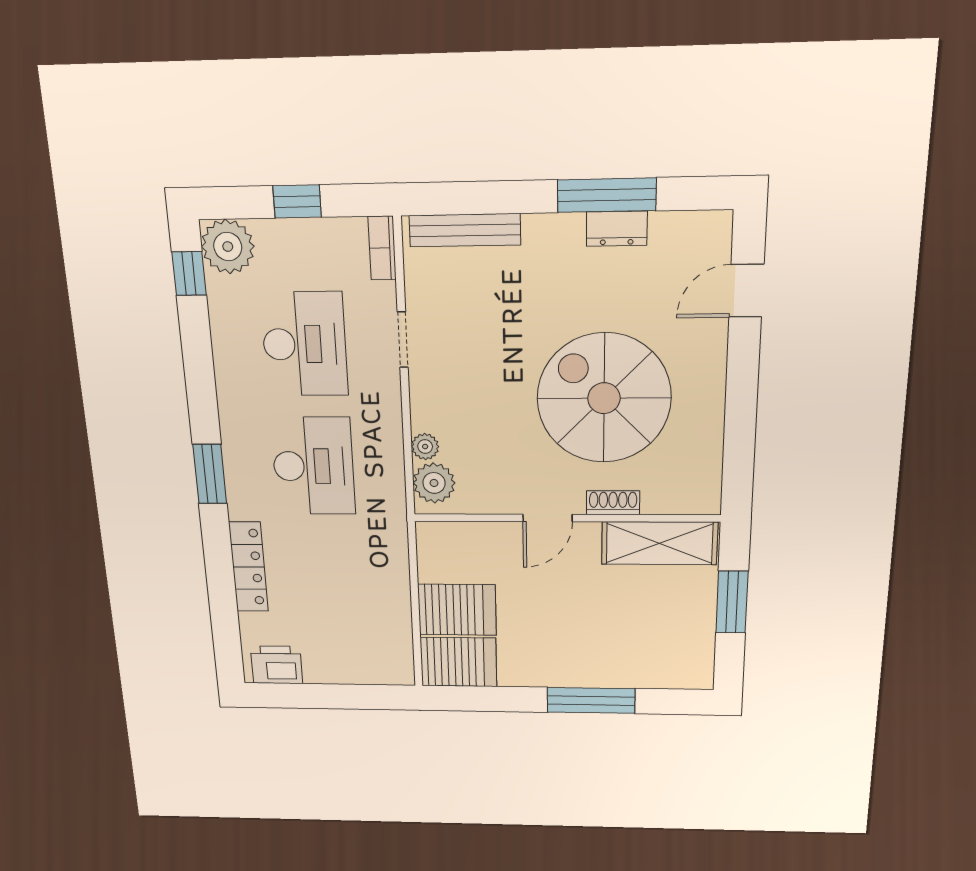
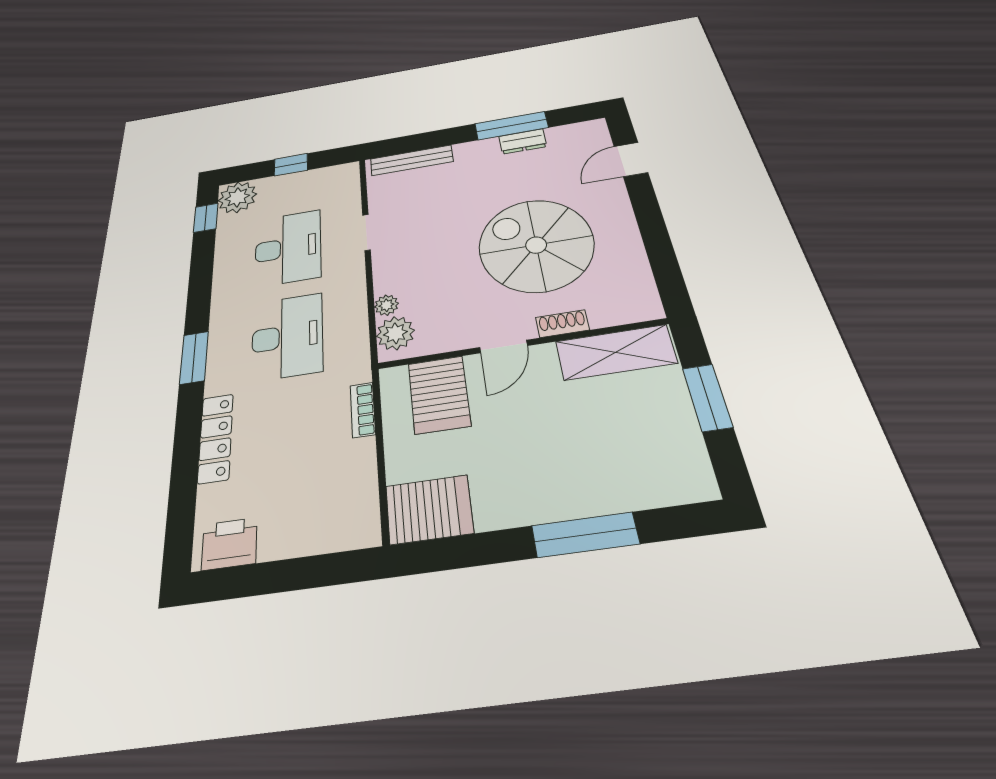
bookcase: (382, 248) -> (363, 410), moved
server rack: (457, 610) -> (439, 394), moved, turned 90

